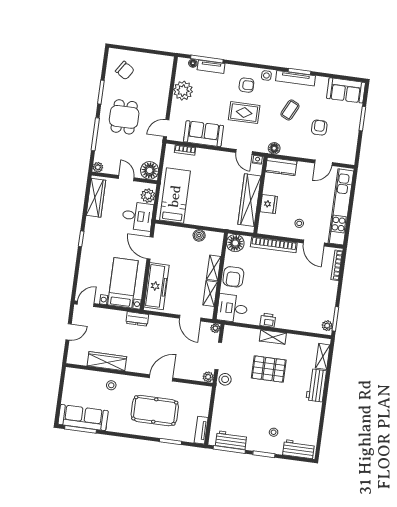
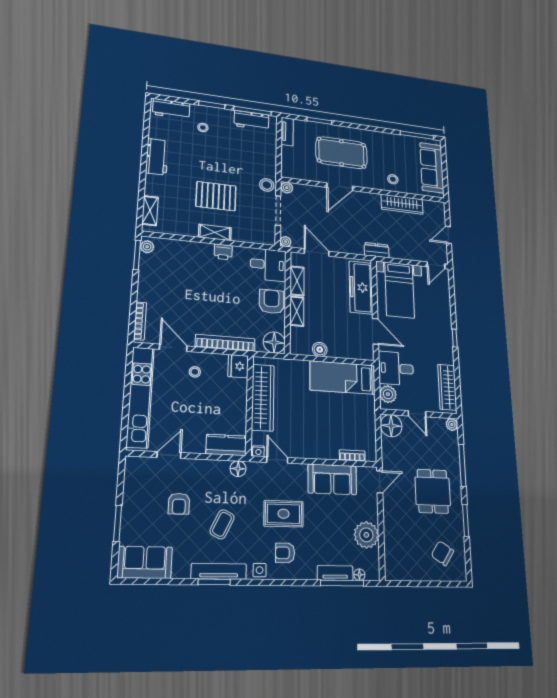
bed: (175, 196) -> (343, 378), moved, turned 90
fridge: (269, 204) -> (238, 366), moved
workbench: (316, 385) -> (157, 157), moved
sofa: (83, 418) -> (432, 168), moved, turned 90

